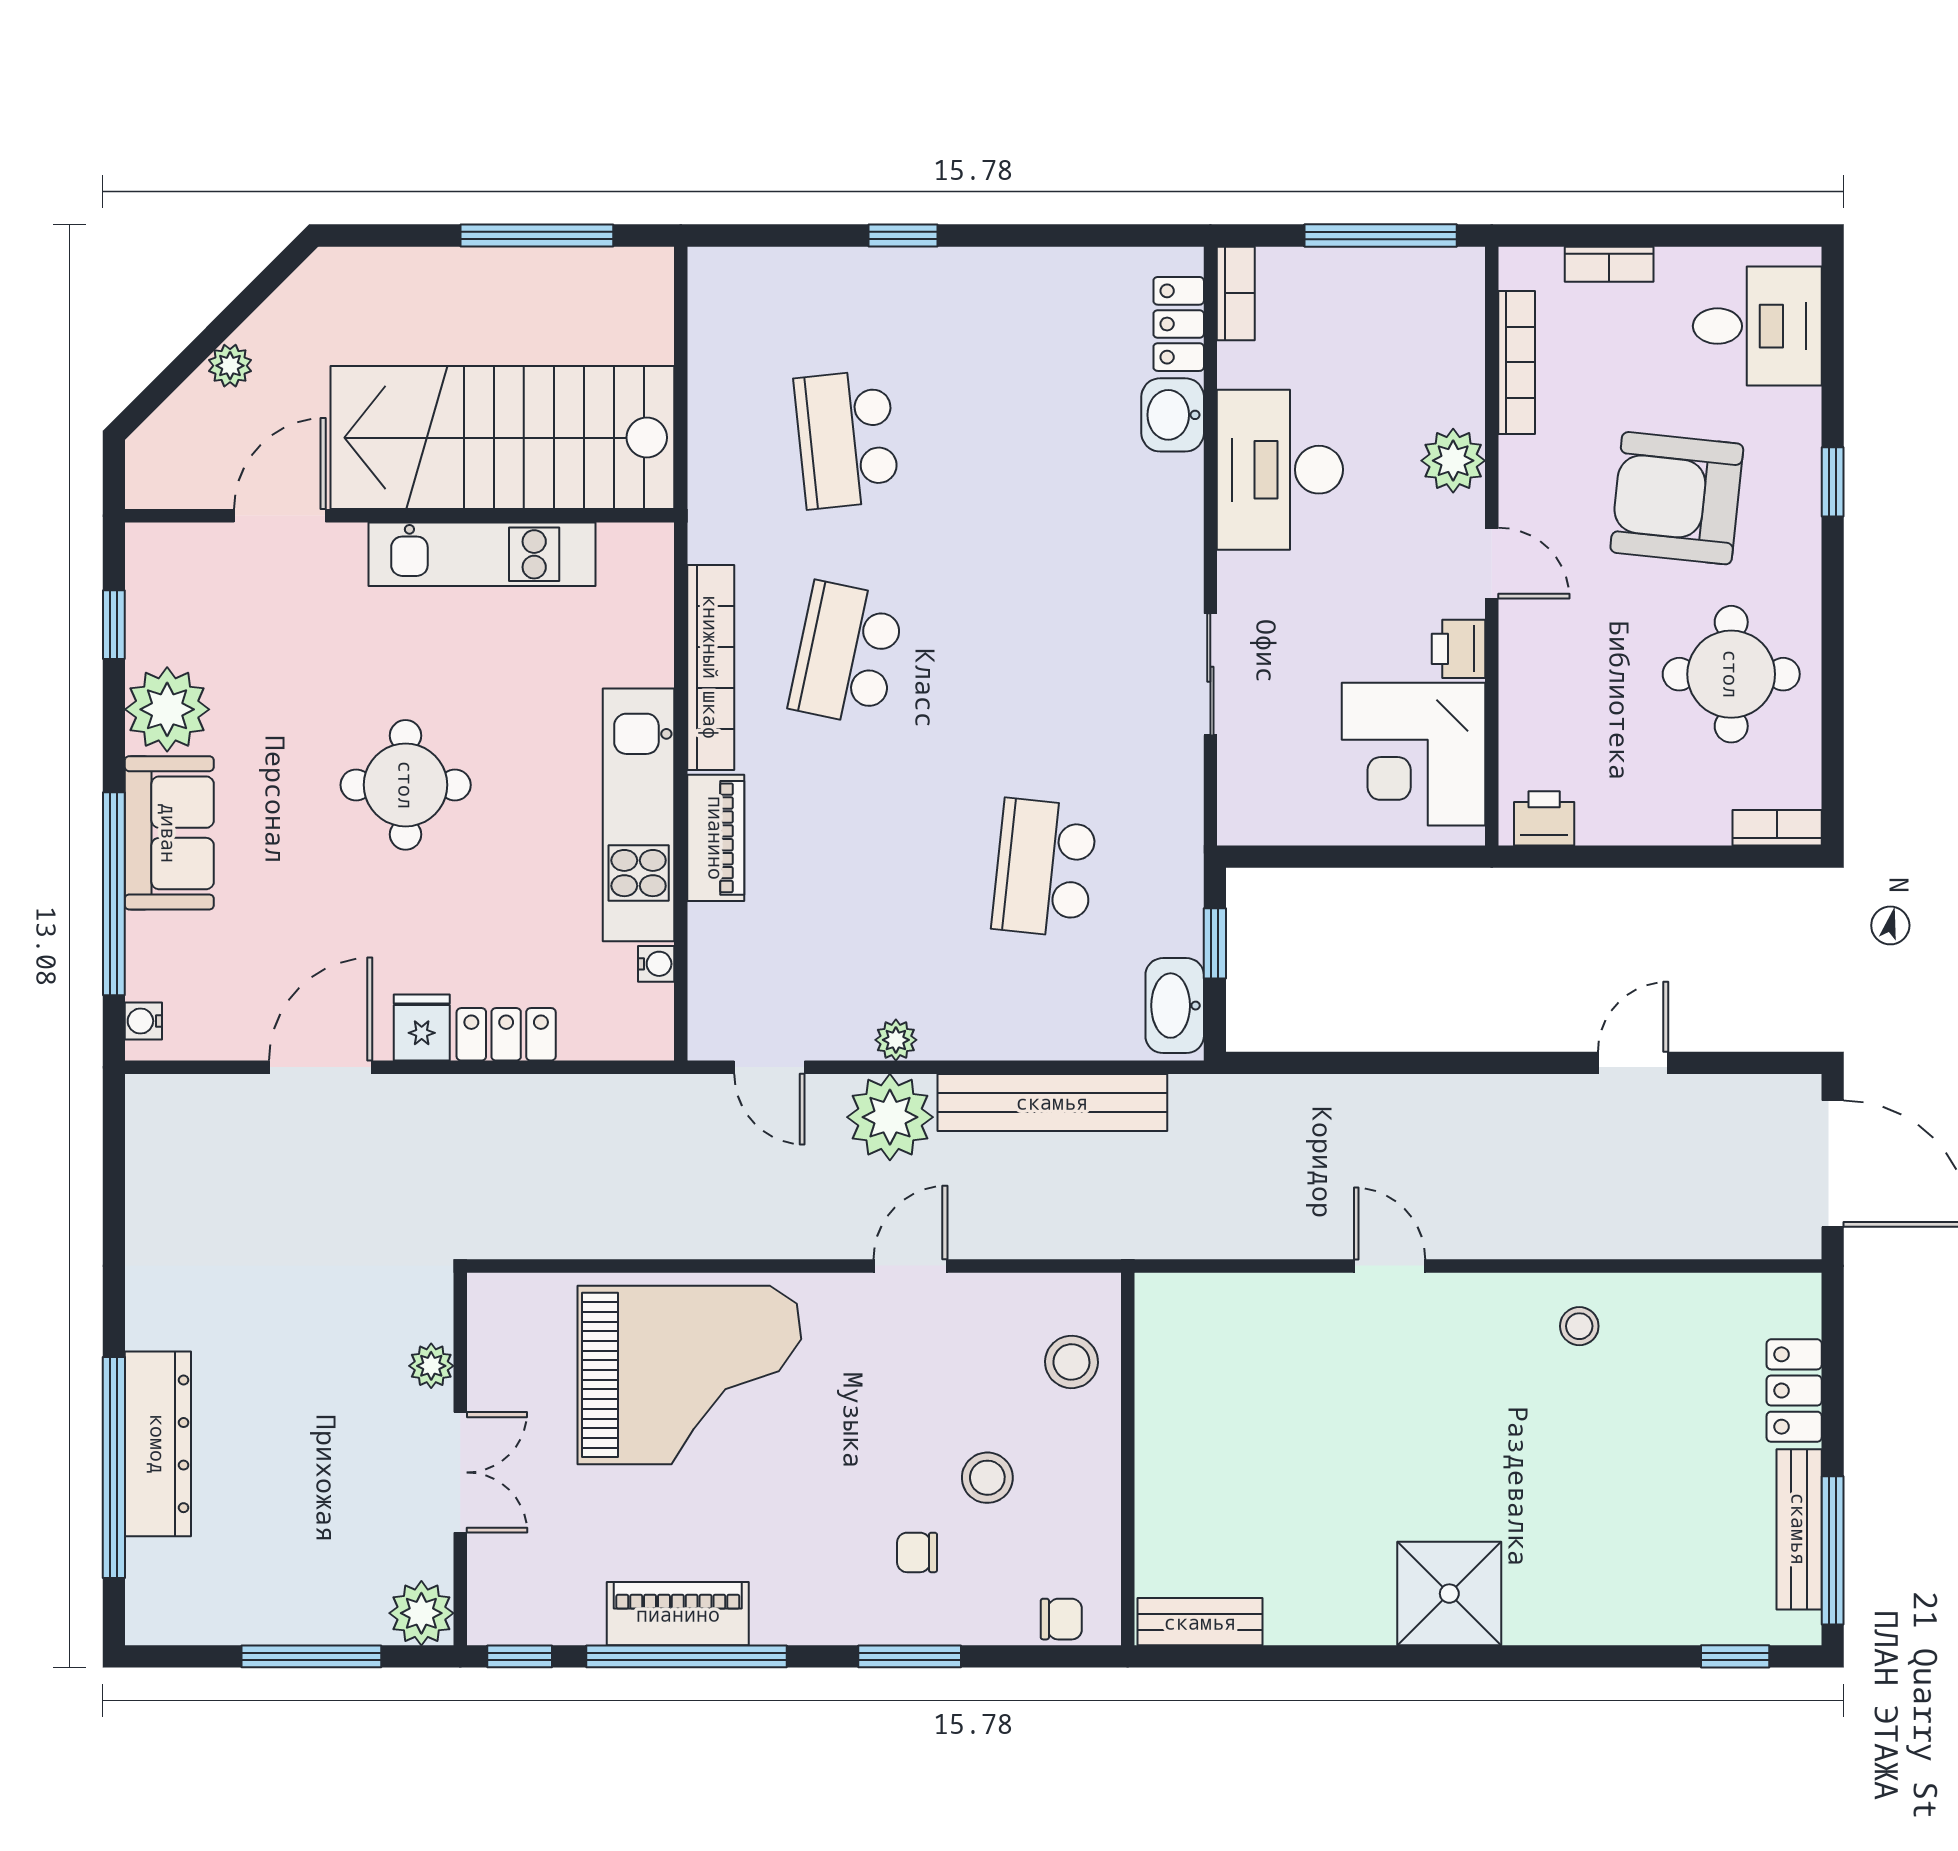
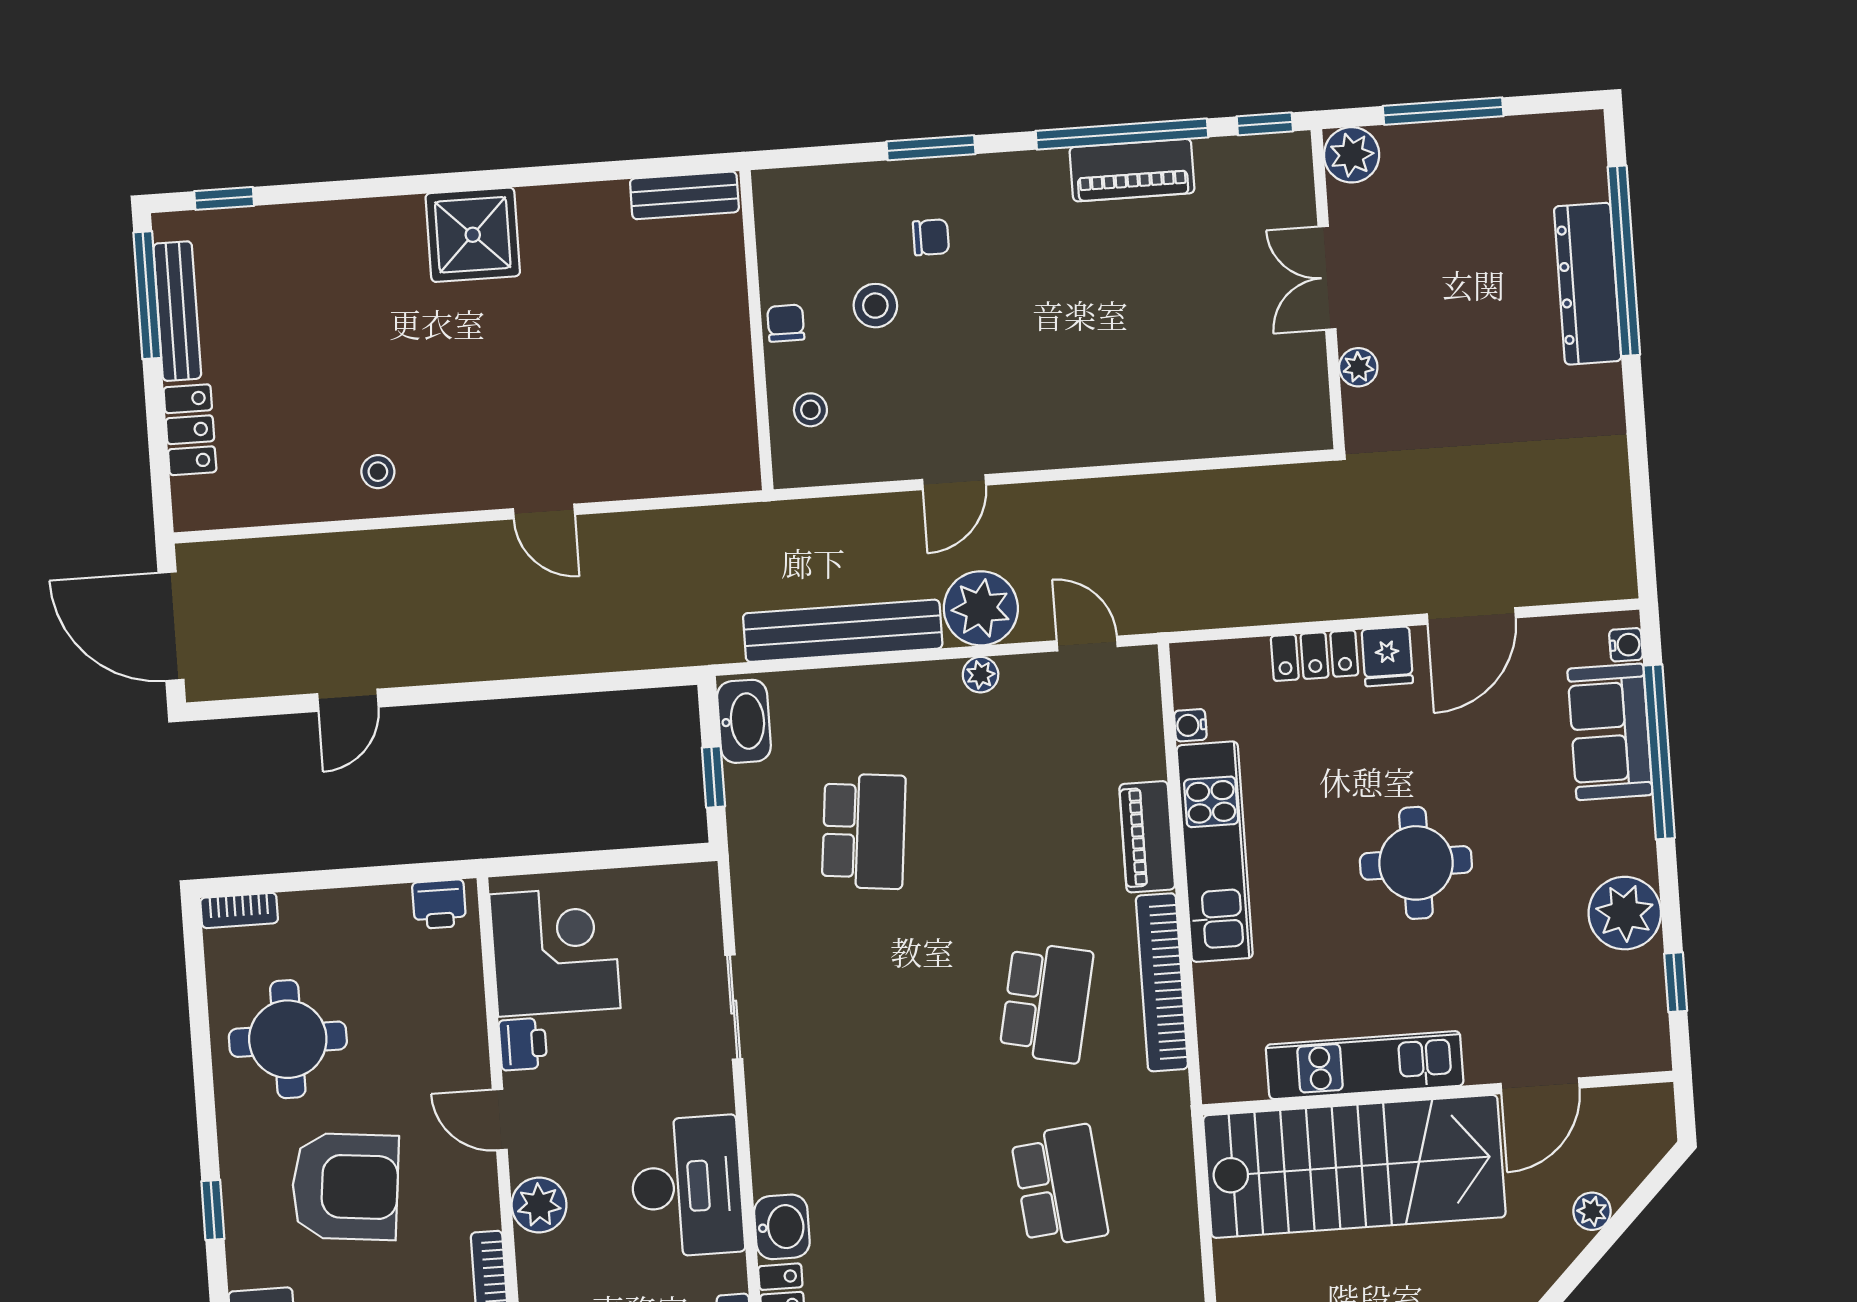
sofa: (169, 833) -> (1610, 732), moved
stool: (1071, 1362) -> (810, 410), width x0.73, depth x0.73
grand piano: (689, 1375) -> (1137, 375), removed
chair: (1061, 1619) -> (786, 323), moved, turned 90

